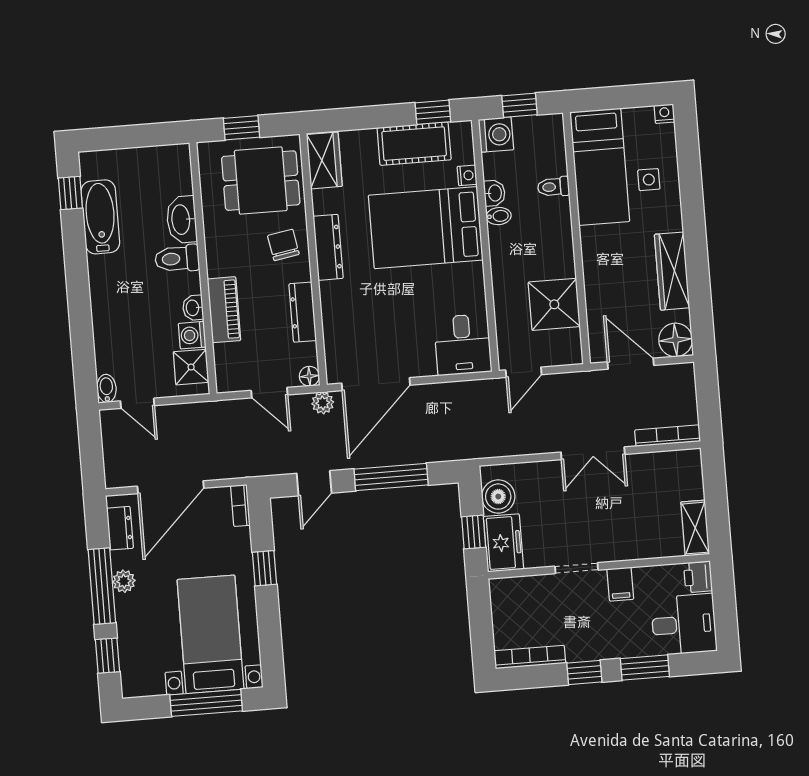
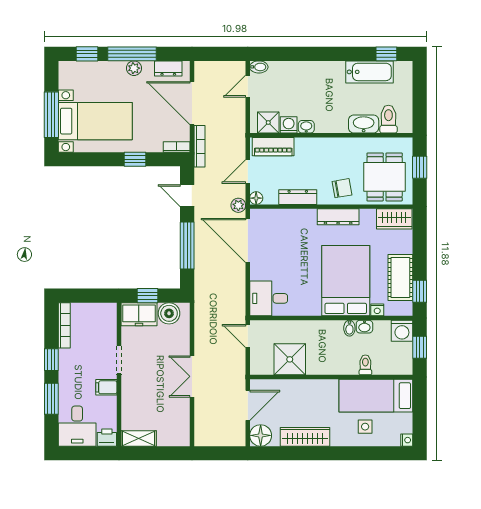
toilet: (177, 259) -> (388, 119), moved
piano: (224, 310) -> (273, 147), moved
bookcase: (668, 436) -> (199, 146), moved

